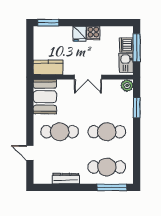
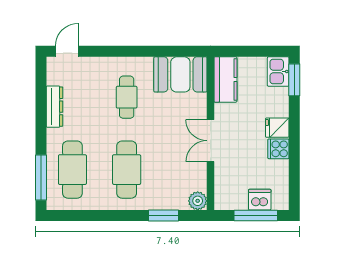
kitchen sink: (126, 63) -> (278, 72), moved, turned -90
cafe table: (60, 132) -> (127, 97), width x0.73, depth x0.74
door: (30, 153) -> (67, 51), moved

